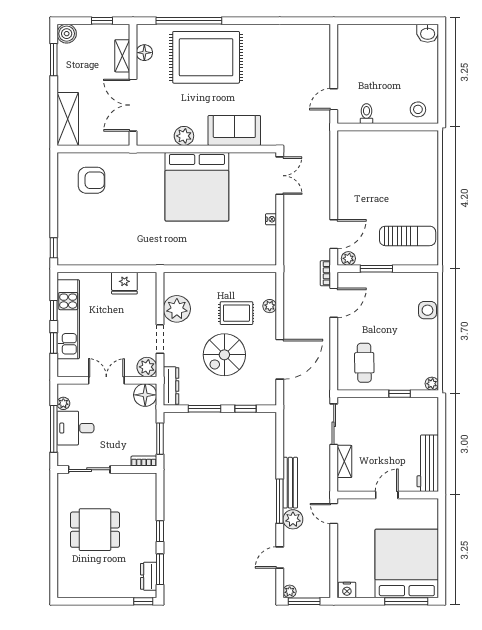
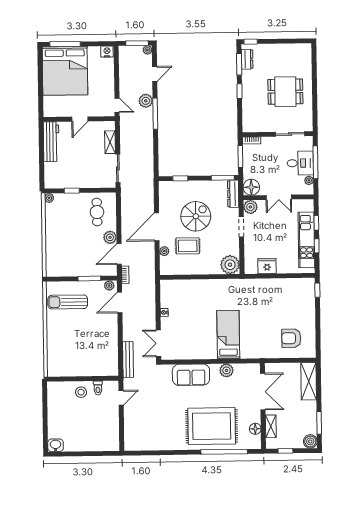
stool: (418, 109) -> (81, 392), moved
bed: (197, 187) -> (228, 334), width x0.49
plant: (177, 309) -> (230, 265), moved
side table: (427, 310) -> (53, 250), removed
plant: (346, 327) -> (110, 237), added
door: (280, 359) -> (157, 227), moved
window: (204, 409) -> (223, 178), moved
bench: (290, 483) -> (128, 359), moved

